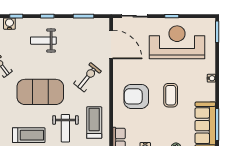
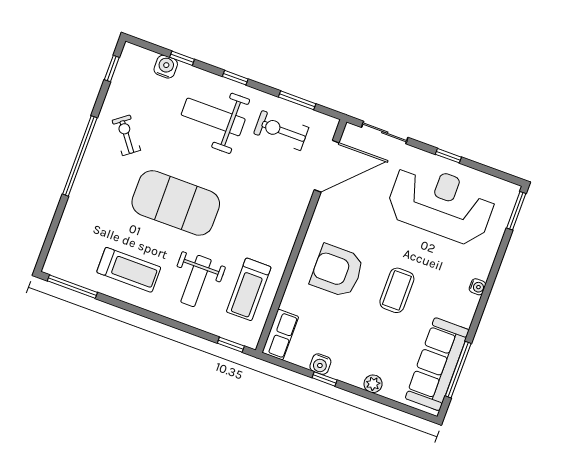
weight bench: (43, 41) -> (213, 117), width x1.36, depth x1.33
door: (111, 45) -> (327, 166), hinge flipped
exercise bike: (88, 77) -> (281, 130), moved, turned -129
treadmill: (94, 123) -> (249, 289), turned 180

